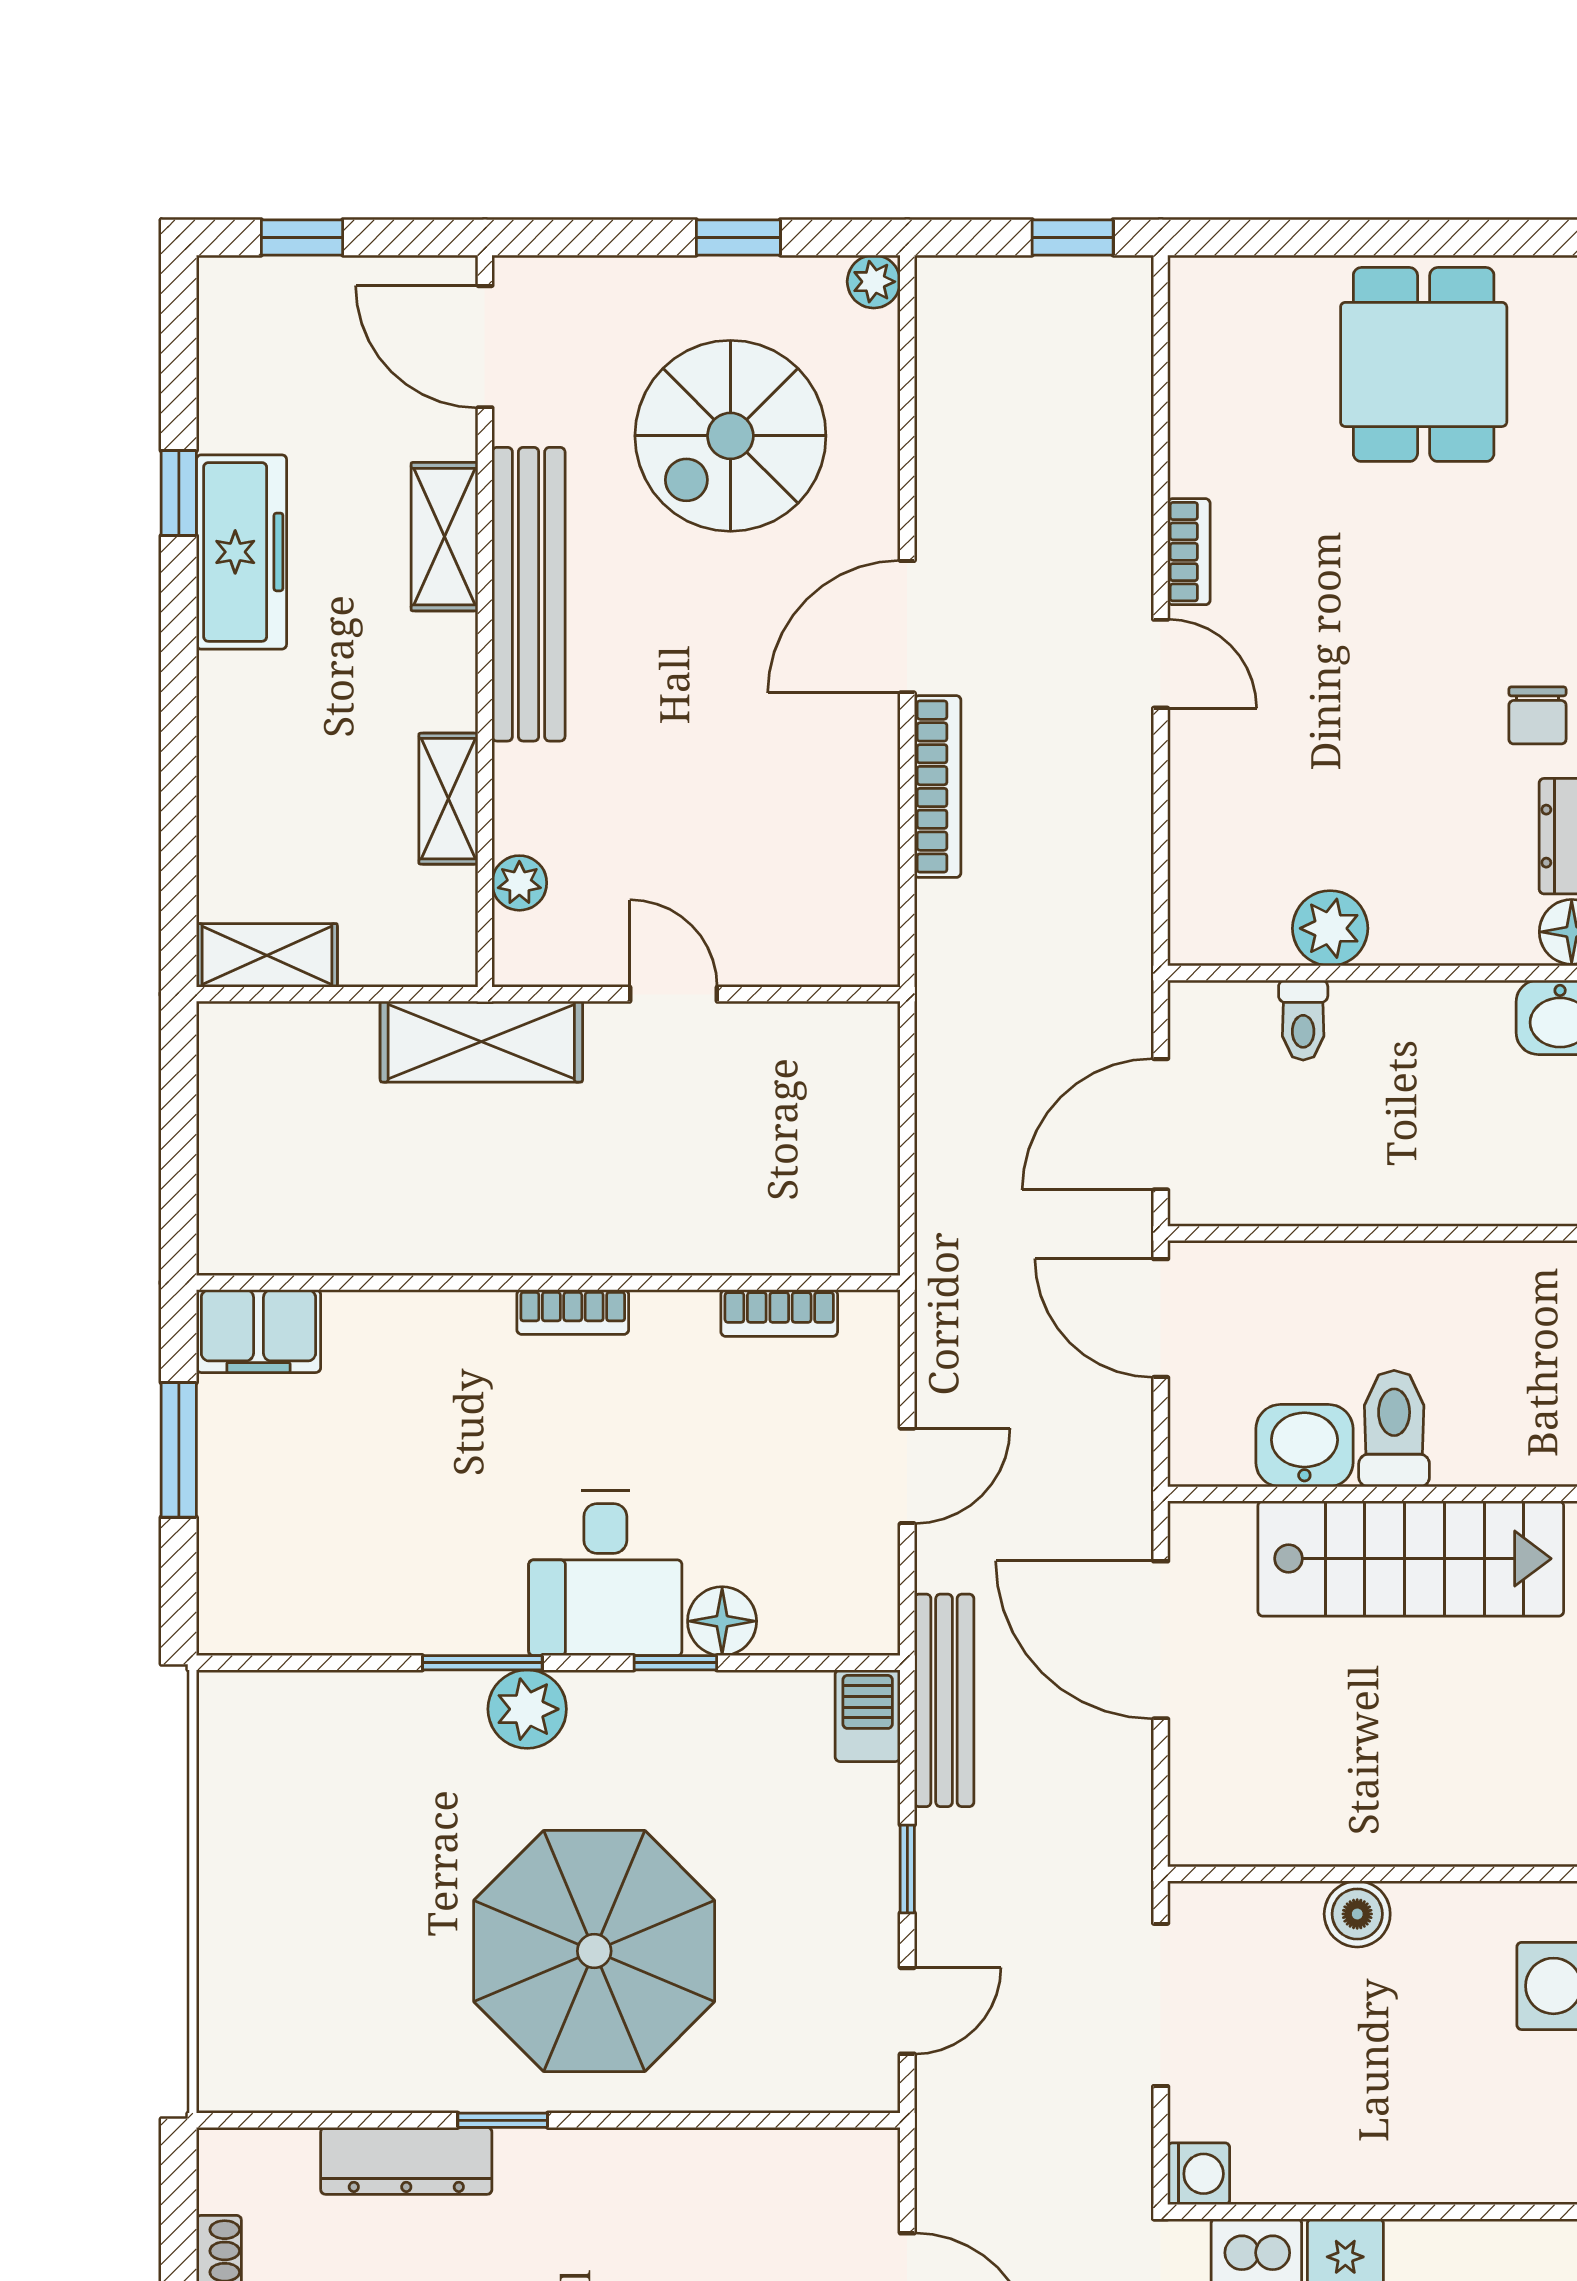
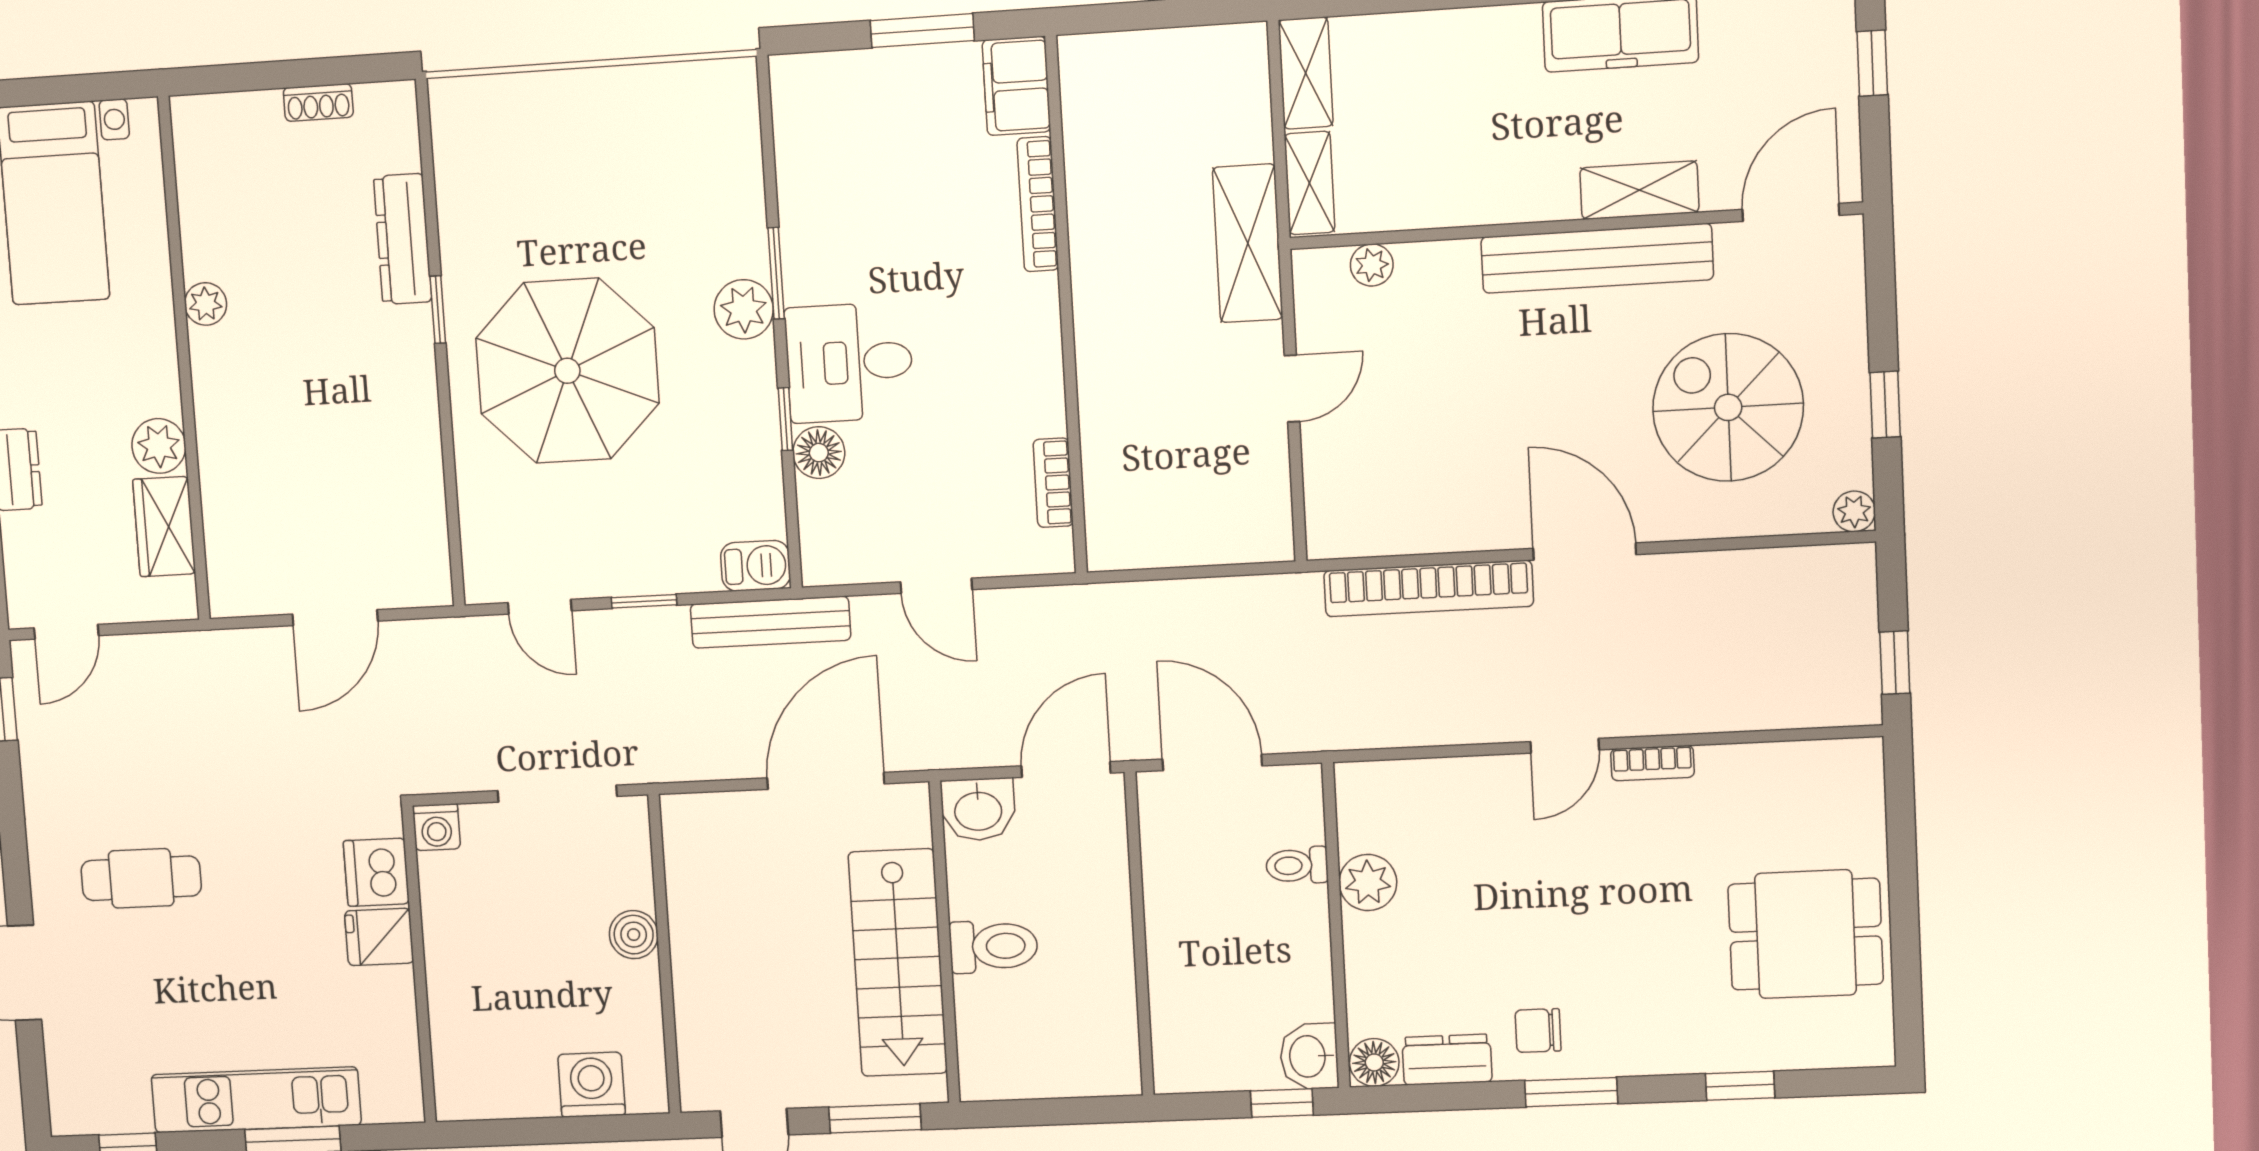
bookcase: (938, 787) -> (1429, 588), width x1.48, depth x1.31
shelving: (448, 799) -> (1310, 183), moved, turned 90
bookcase: (573, 1312) -> (1038, 204), moved, width x1.56
washbasin: (1304, 1446) -> (978, 810), moved, turned 90

